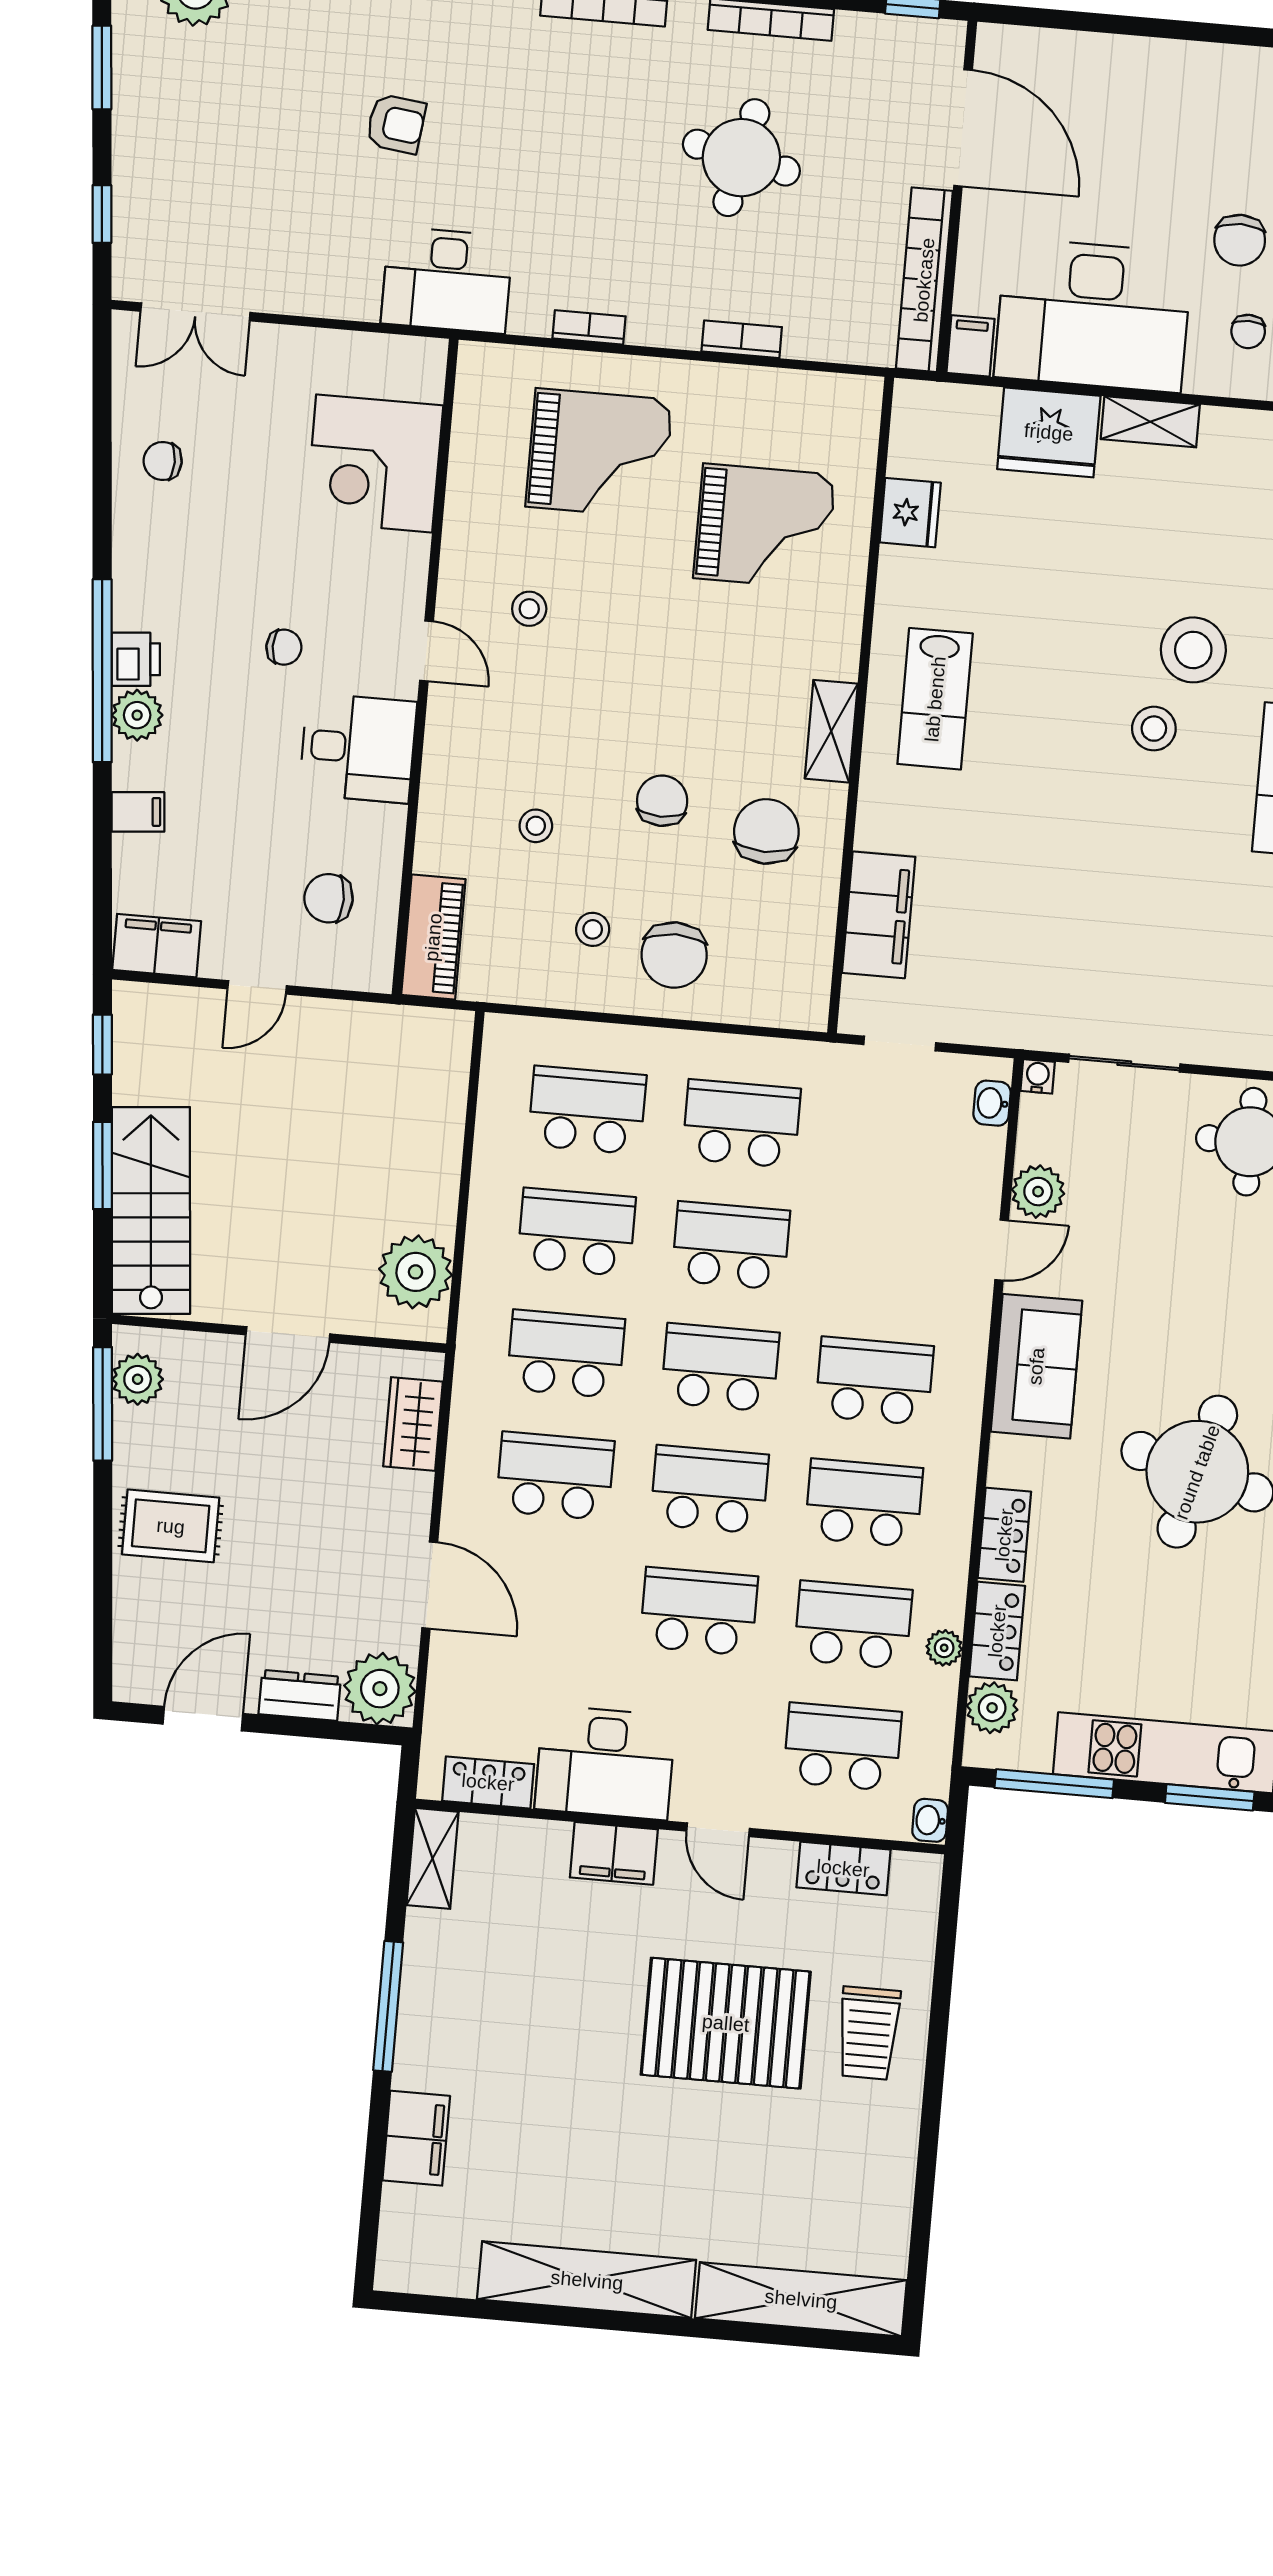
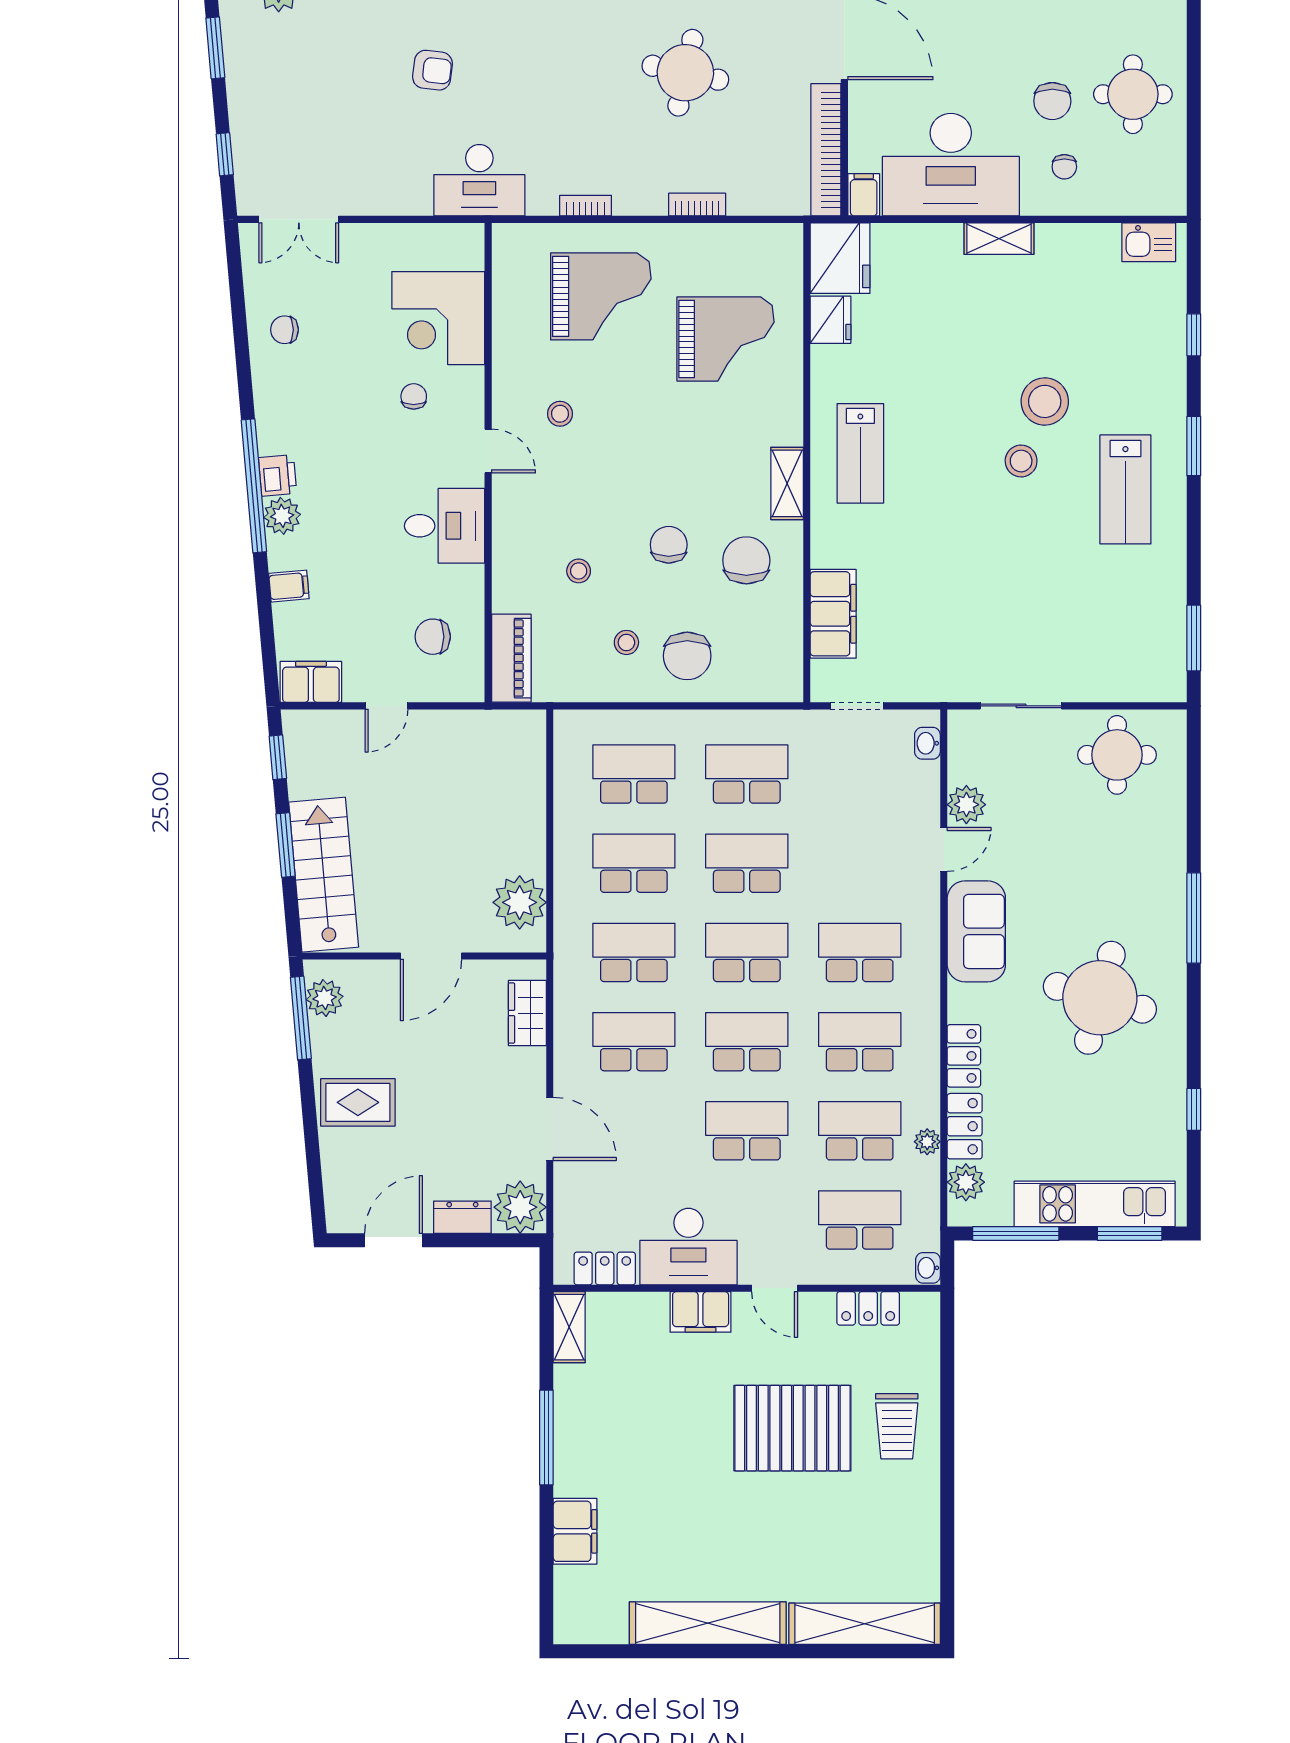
fridge: (1049, 432) -> (840, 258), moved, turned -90
chair: (284, 647) -> (414, 396), moved, turned -90
water cooler: (1038, 1076) -> (959, 721), removed

